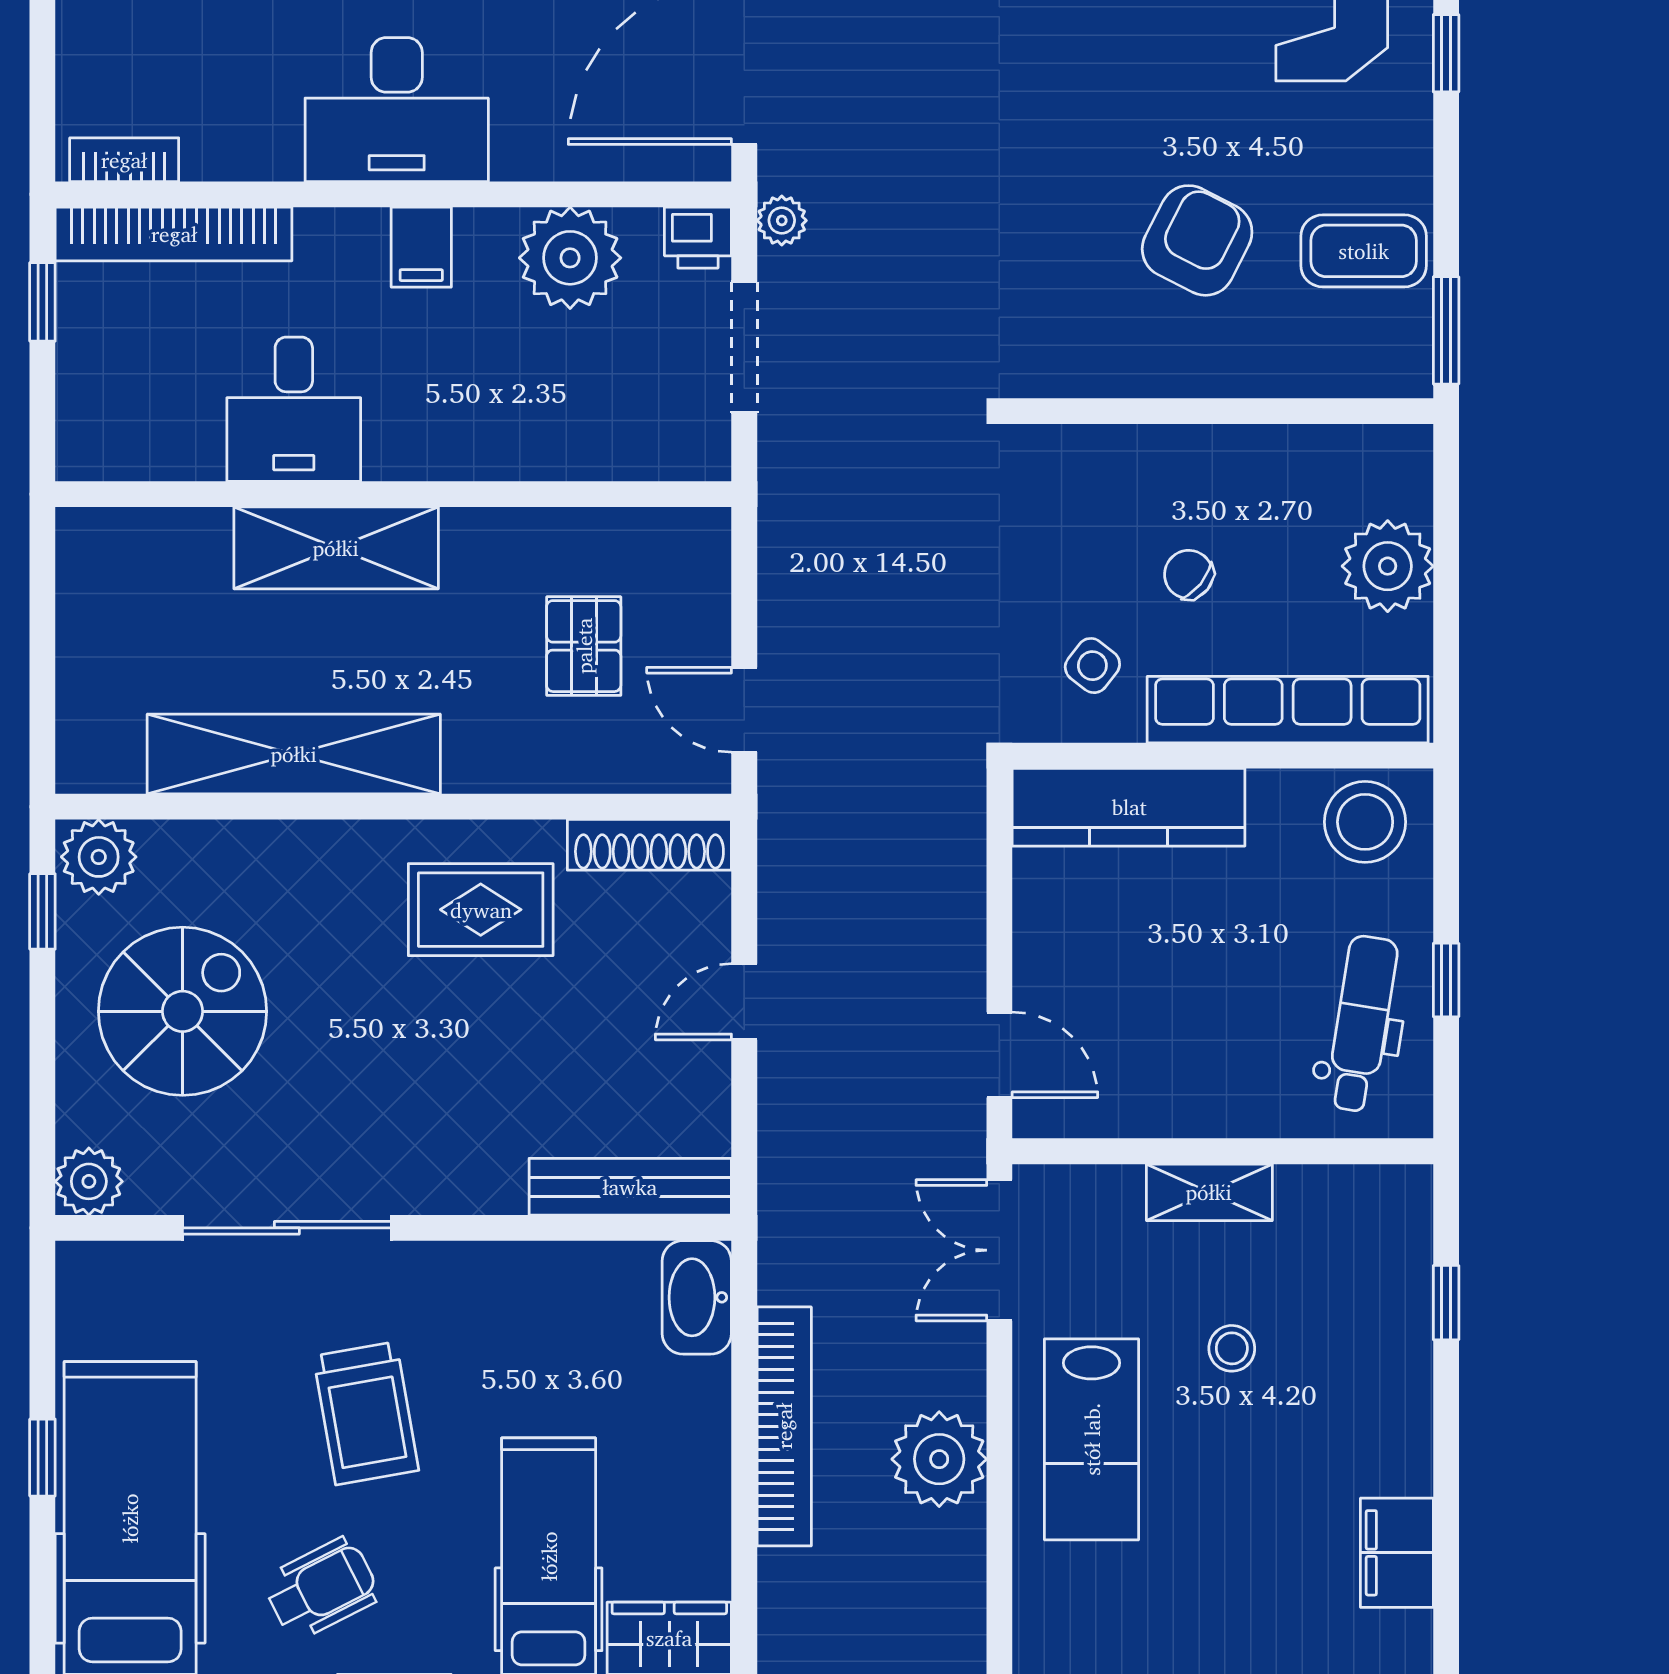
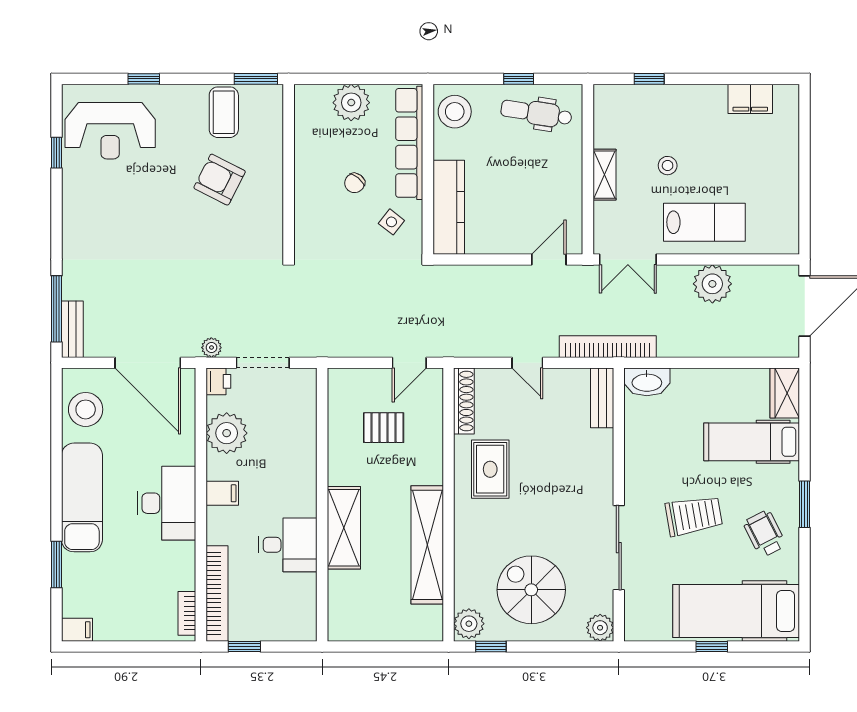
bench: (630, 1187) -> (602, 398), width x0.73
bookcase: (784, 1426) -> (608, 347), moved

